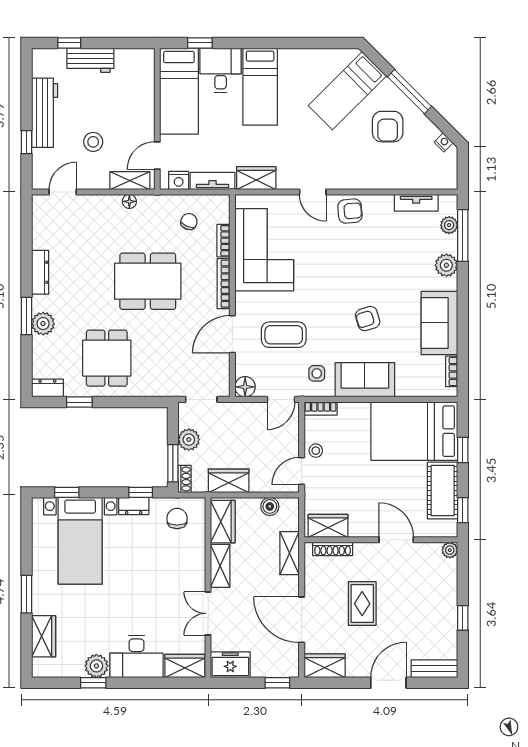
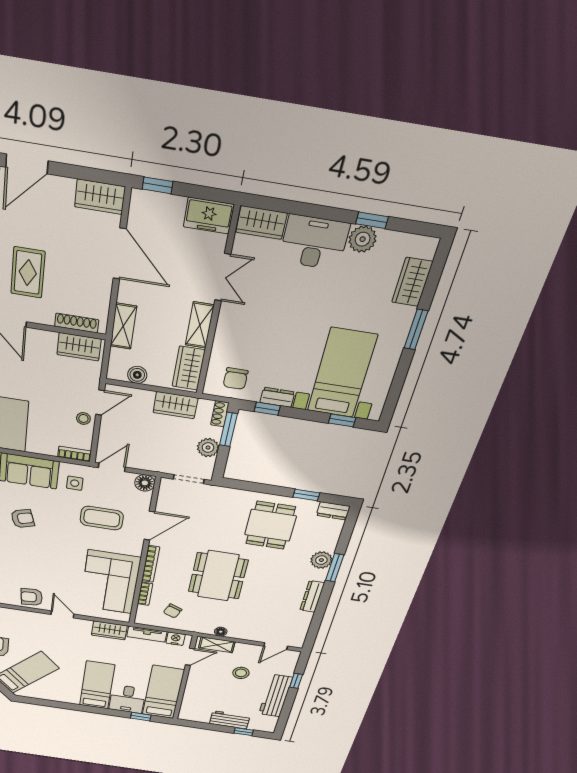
dining table: (148, 281) -> (218, 576), turned 90
rug: (362, 604) -> (28, 273), moved

